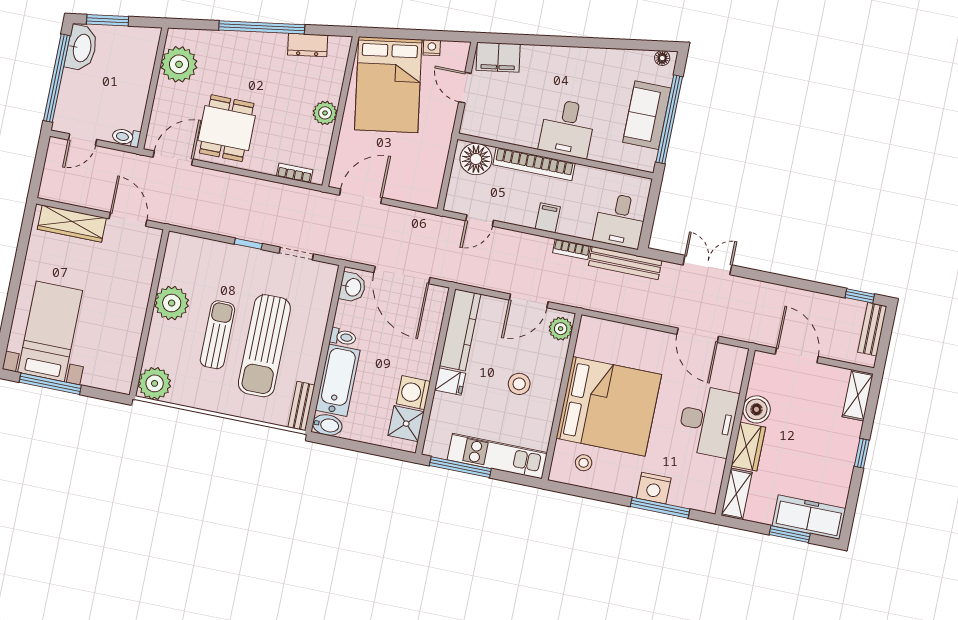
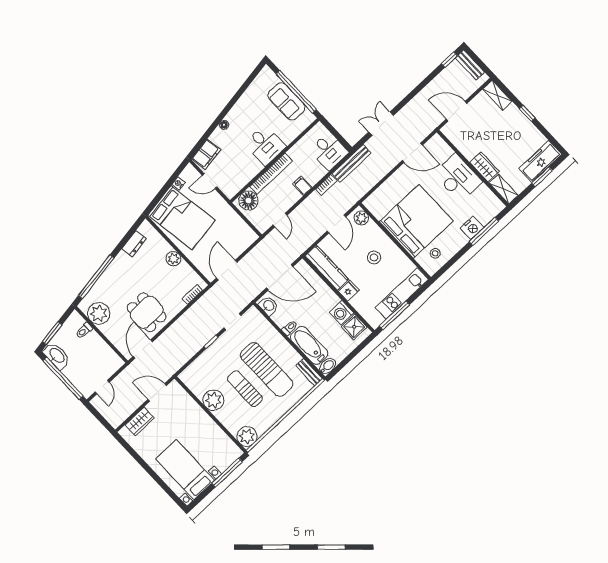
window: (262, 27) -> (96, 277), moved
floor lamp: (662, 58) -> (224, 125), moved
toilet: (126, 137) -> (84, 331), moved
wardrobe: (72, 224) -> (140, 422), width x0.67
window: (50, 384) -> (227, 473), moved
boiler: (756, 409) -> (469, 150), removed

